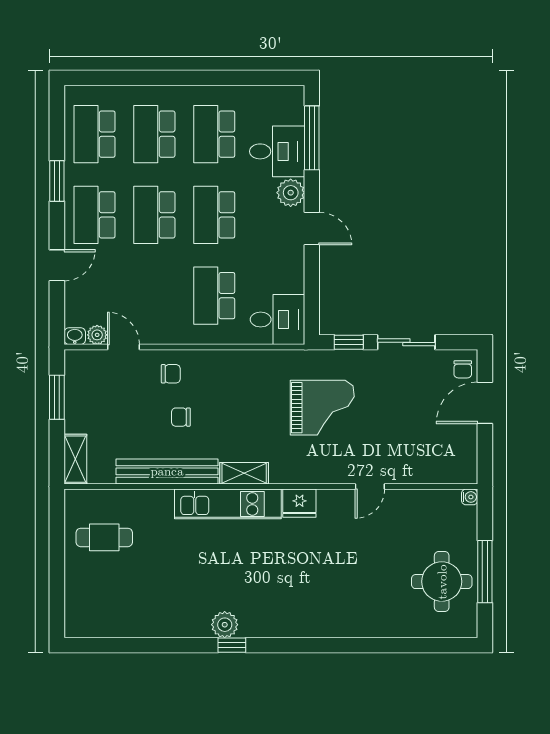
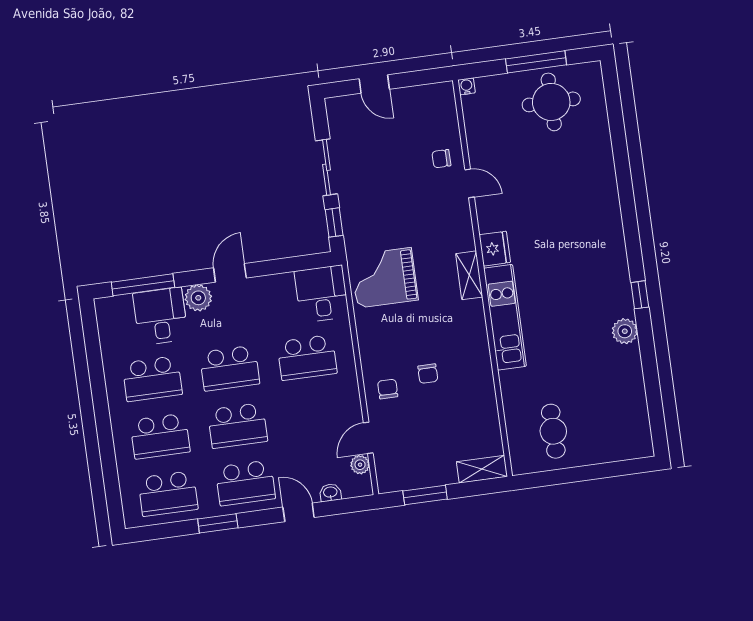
washbasin: (75, 336) -> (330, 493), moved, turned 90
chair: (463, 369) -> (441, 159), moved, turned 180
door: (485, 403) -> (374, 84), width x0.73
grand piano: (322, 408) -> (384, 278), moved, turned -90
bench: (167, 471) -> (482, 380), removed
shelving: (244, 473) -> (469, 275), moved
plant: (225, 625) -> (625, 331), moved

